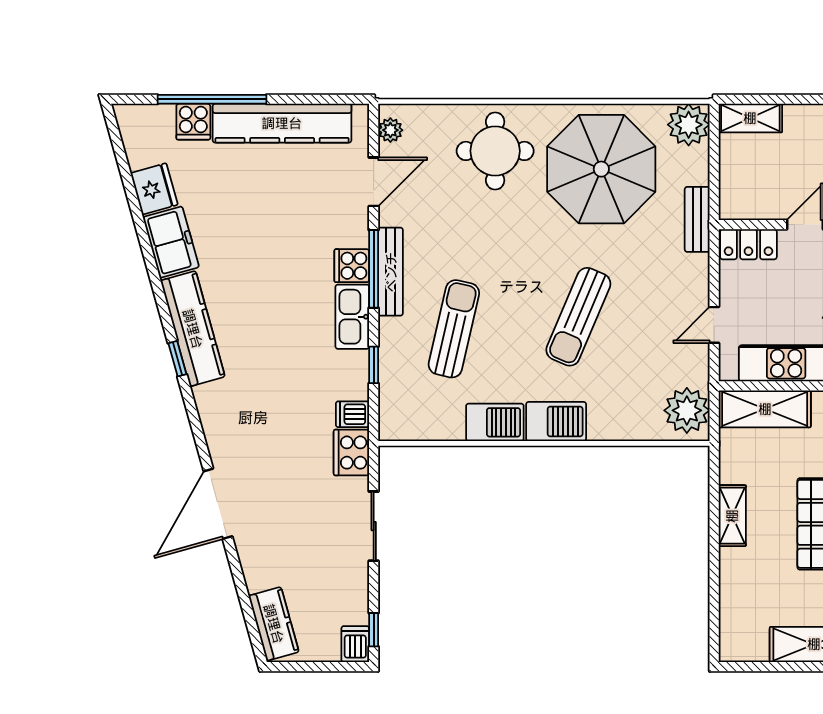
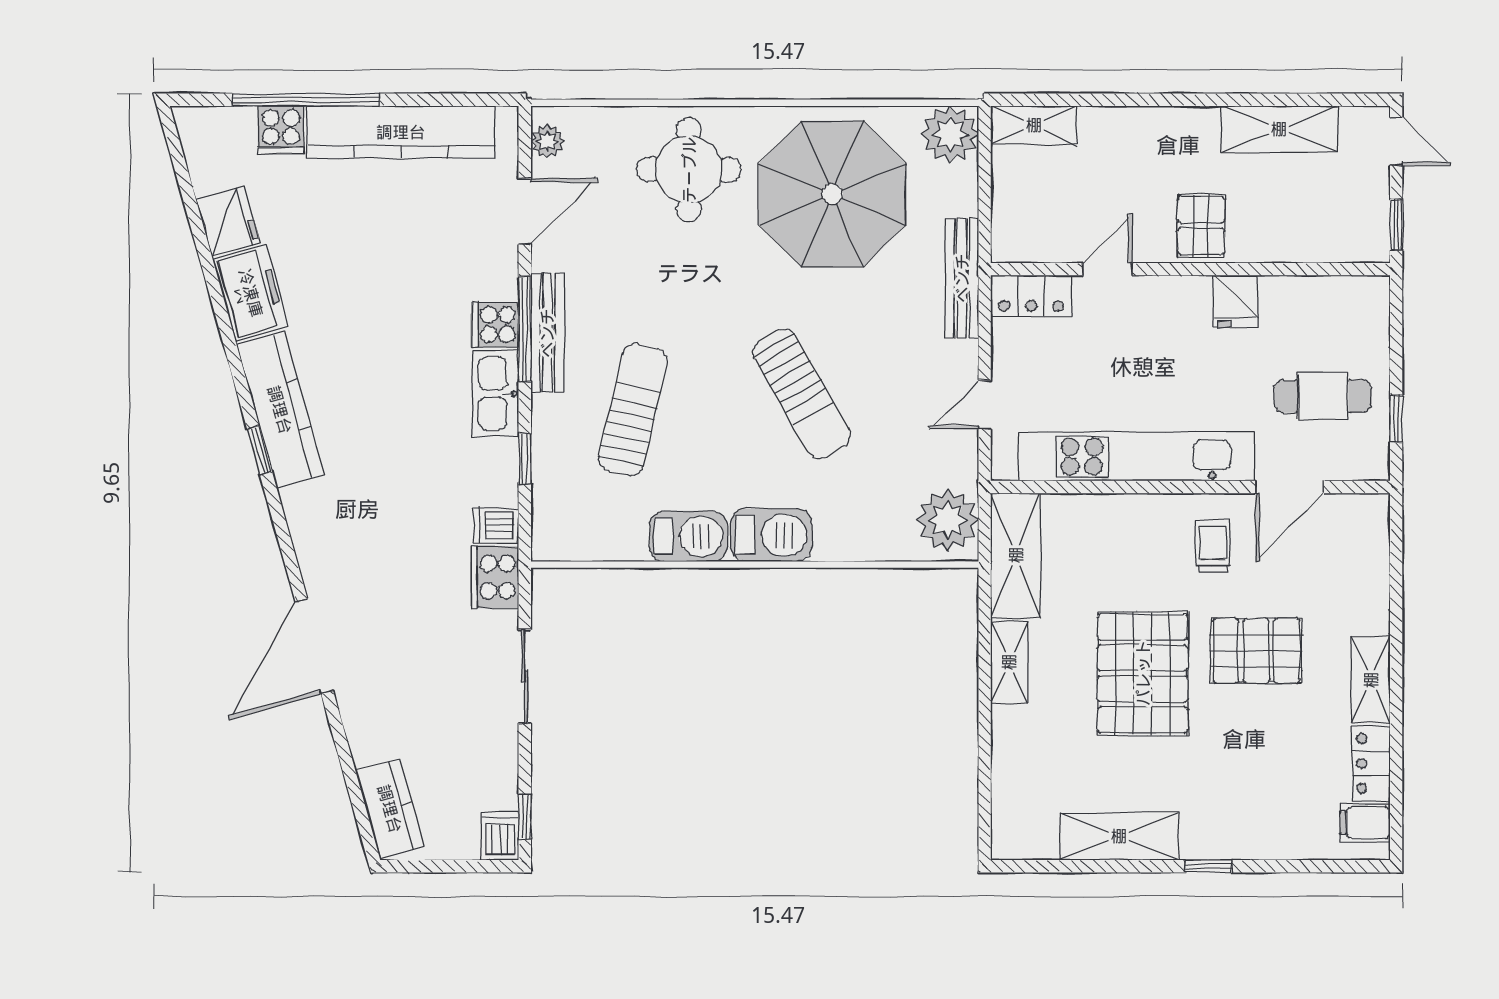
bench: (697, 219) -> (962, 278), width x1.36
sun lounger: (578, 317) -> (801, 394), turned -53
shelving: (765, 409) -> (1016, 555), moved, turned 90

